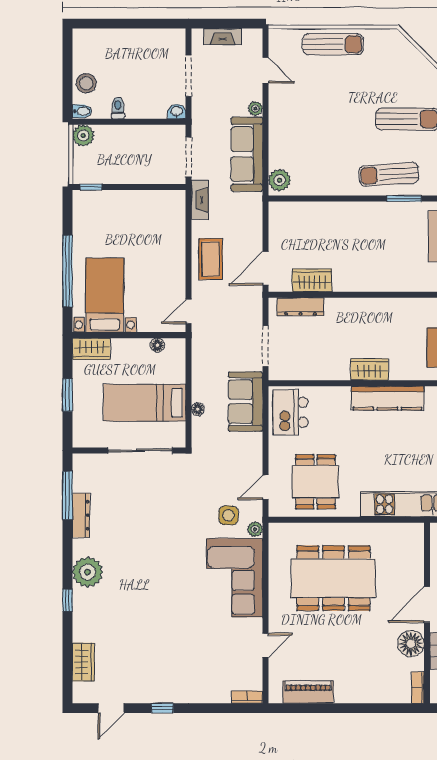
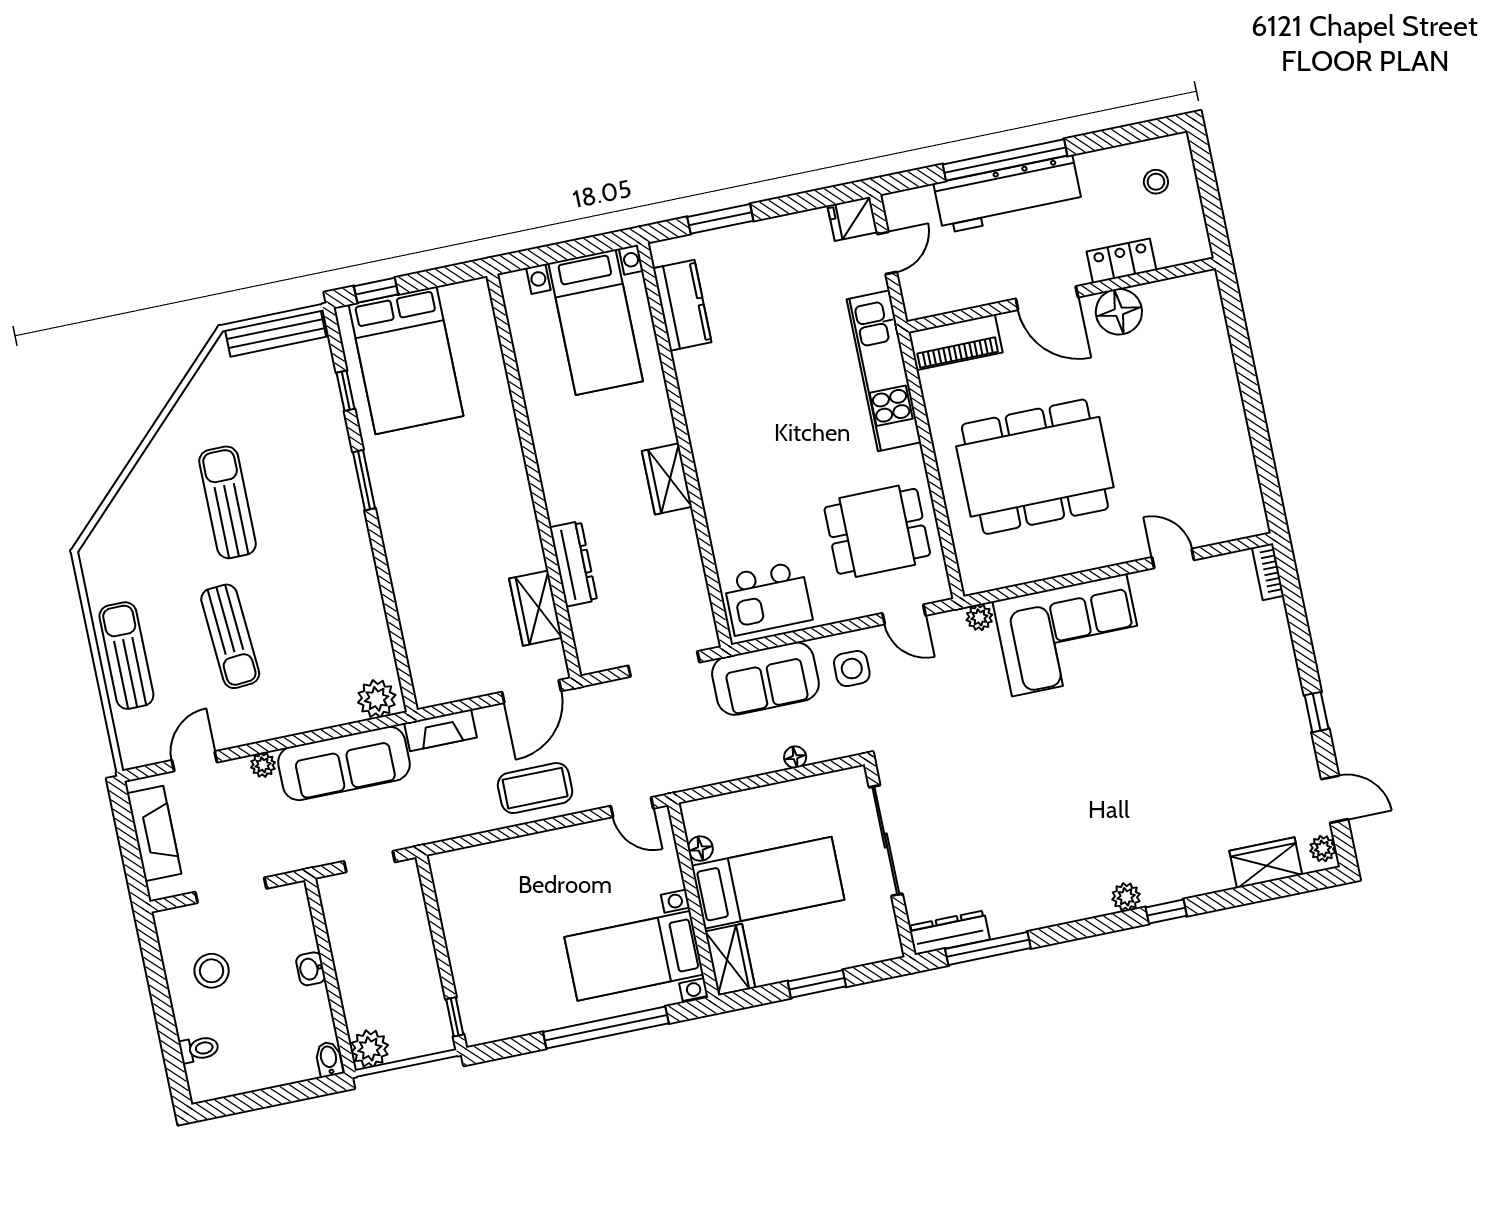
fireplace: (223, 37) -> (154, 833), width x1.37, depth x1.32
stool: (86, 83) -> (212, 971), moved
toilet: (118, 108) -> (199, 1049), moved, turned 180
washbasin: (177, 112) -> (311, 969), moved
doorway: (189, 157) -> (369, 862), width x0.73
sun lounger: (389, 174) -> (230, 636), moved
fireplace: (200, 200) -> (440, 730), moved, turned 180
door: (266, 268) -> (532, 691), hinge flipped
dresser: (300, 307) -> (573, 564), moved
kitchen counter: (387, 398) -> (710, 438), removed
bed: (145, 403) -> (768, 883), moved, turned -90
dresser: (81, 515) -> (949, 933), moved
side table: (228, 515) -> (852, 669), moved
plant: (88, 572) -> (1126, 897), width x0.53, depth x0.53
dining table: (333, 578) -> (1035, 467), turned 90
bookcase: (418, 688) -> (1192, 284), removed
piano: (308, 692) -> (955, 342), moved, turned -90
plant: (85, 696) -> (1323, 849), added

